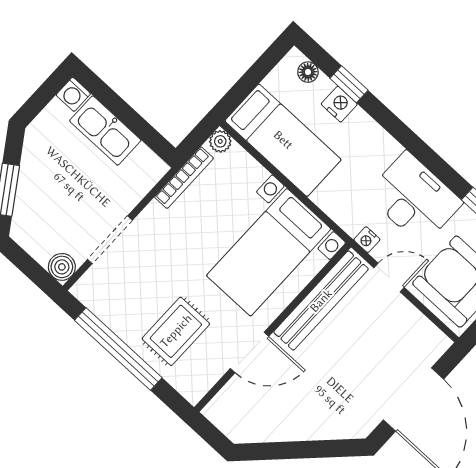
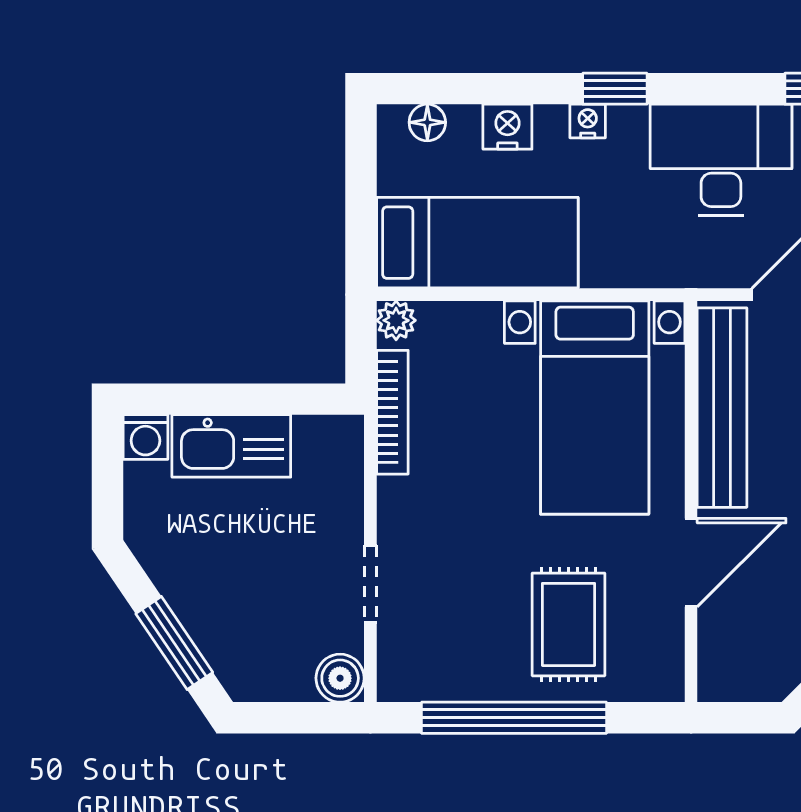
window: (349, 84) -> (615, 89), moved
doorway: (110, 240) -> (370, 584), width x0.73
nightstand: (367, 240) -> (588, 121), moved, turned 180

